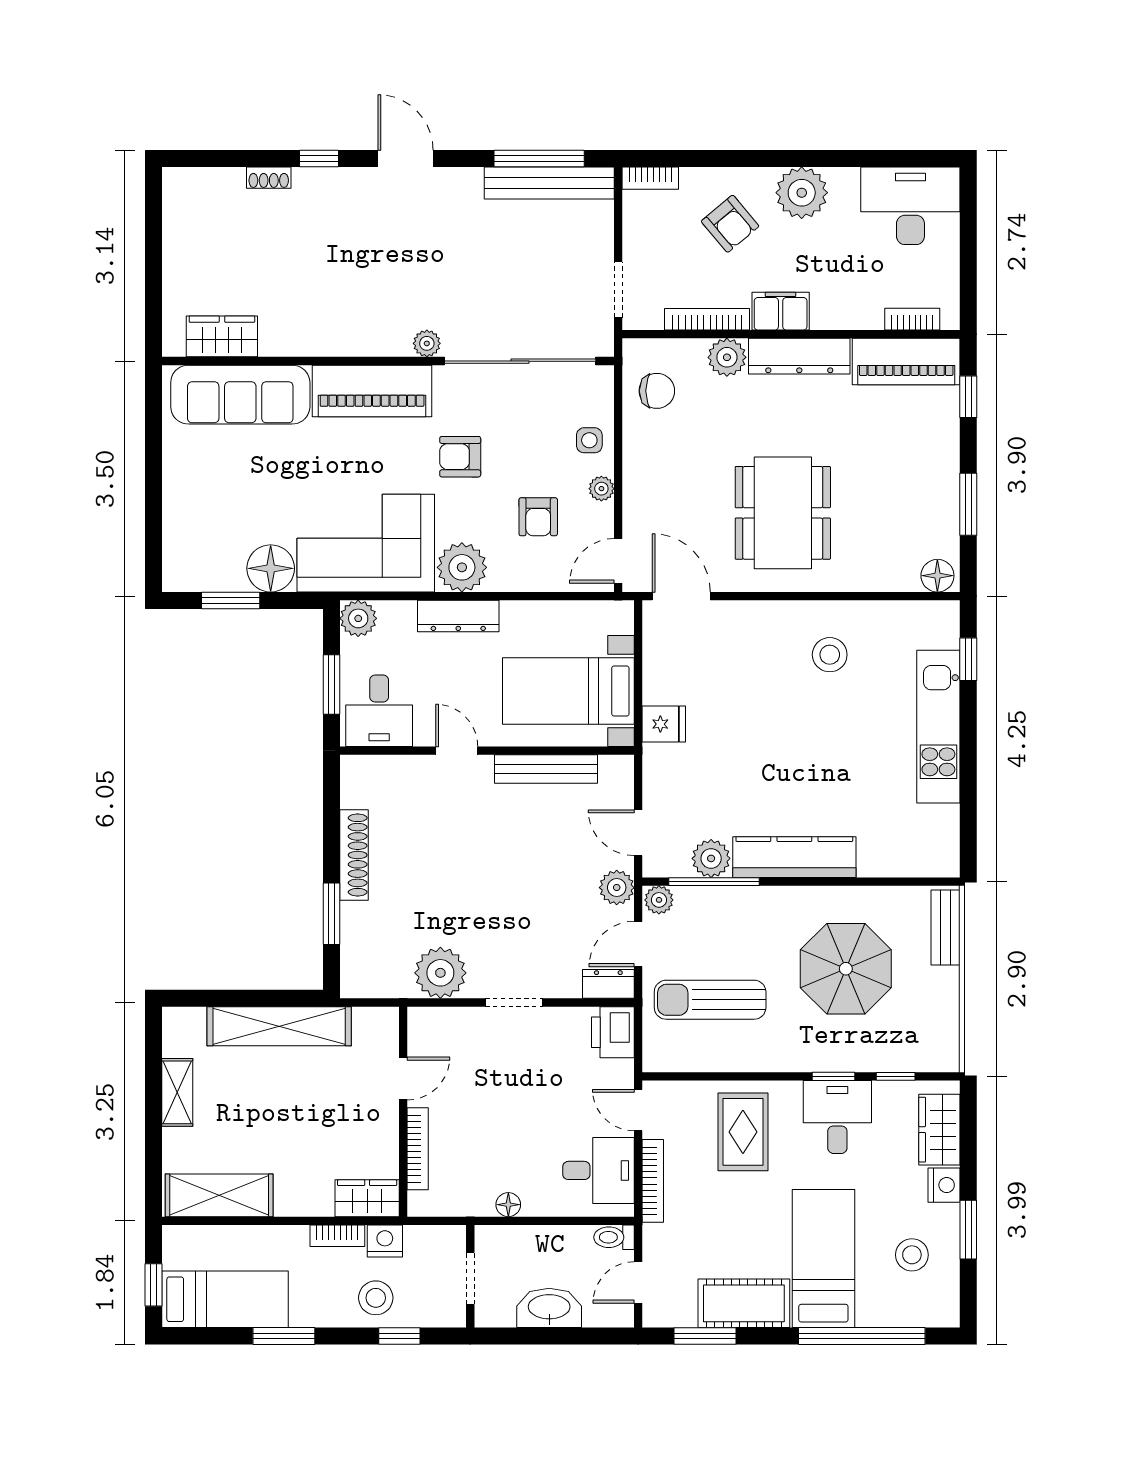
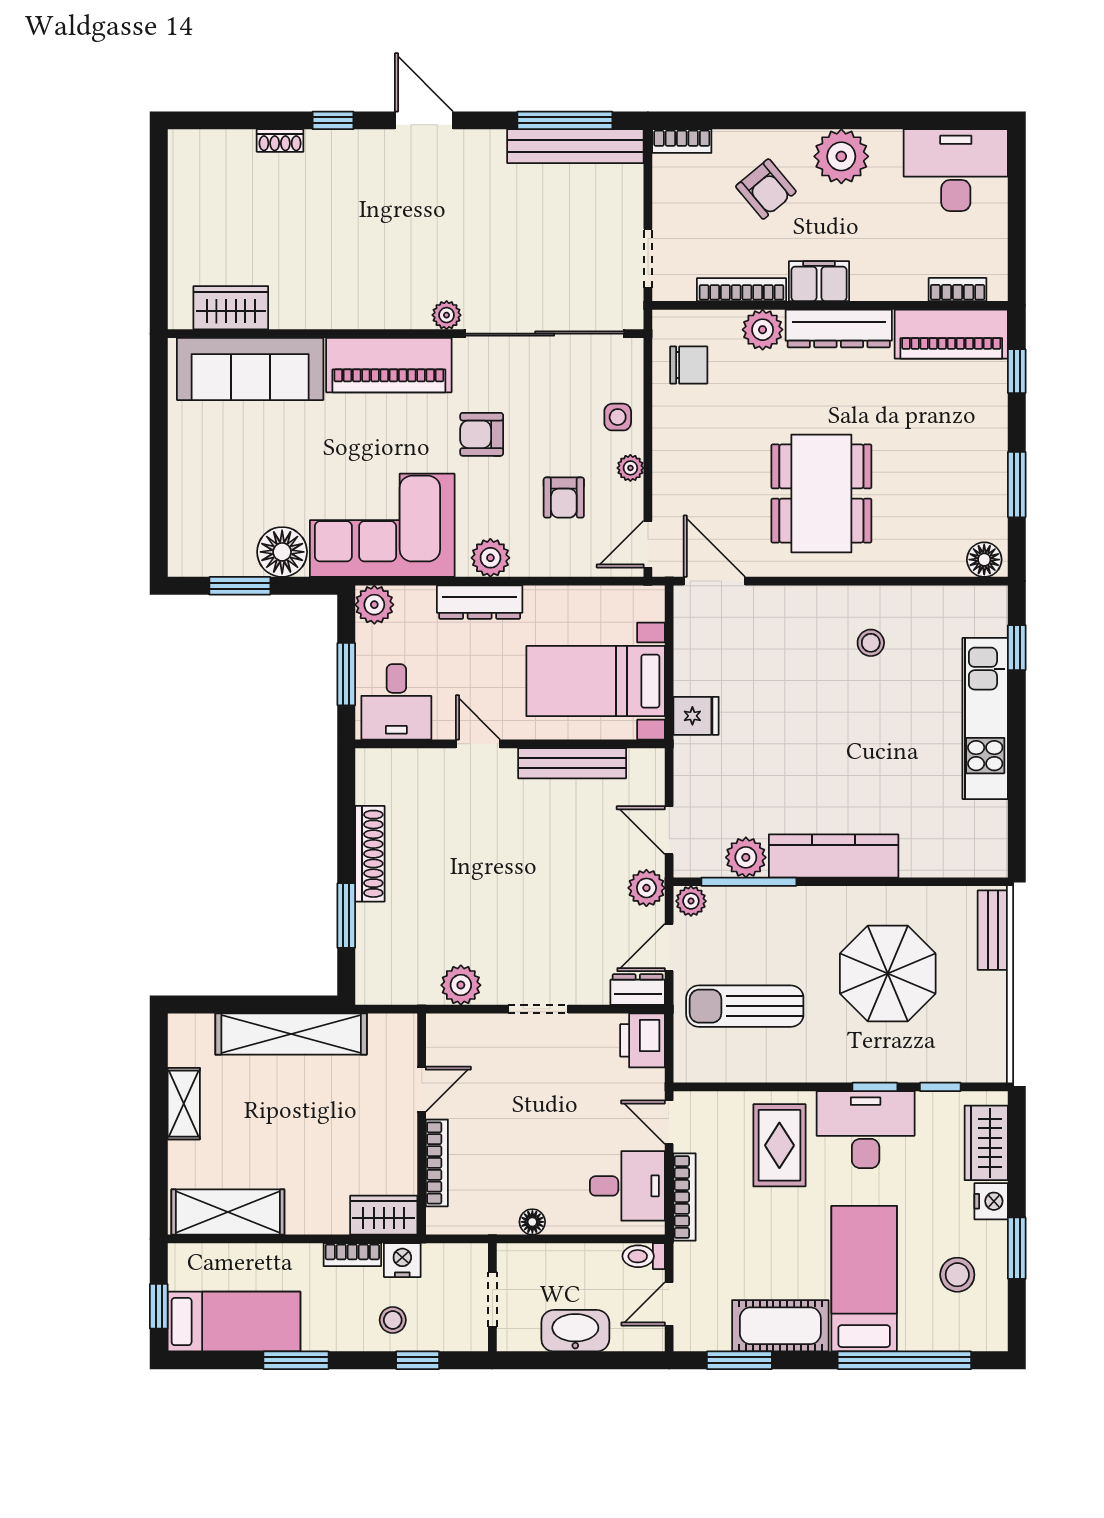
plant: (462, 567) -> (490, 558), width x0.73, depth x0.73
stool: (830, 655) -> (871, 643), width x0.73, depth x0.73
plant: (440, 973) -> (461, 985), width x0.73, depth x0.73
desk: (837, 1117) -> (866, 1130), width x1.37
stool: (376, 1298) -> (393, 1320), width x0.73, depth x0.73

